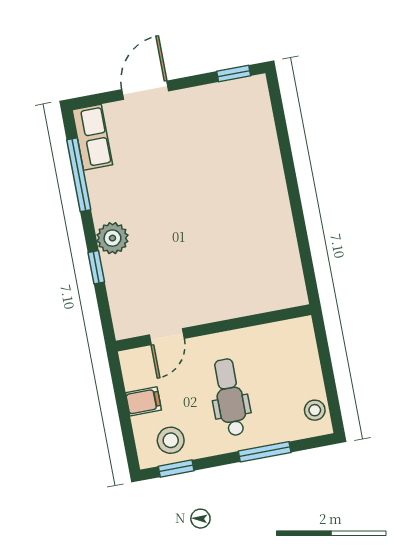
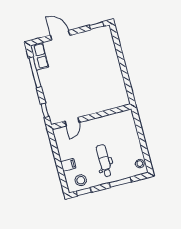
door: (145, 90) -> (60, 35), hinge flipped
plant: (112, 238) -> (51, 98), removed
wall: (213, 328) -> (91, 117), moved
door: (167, 337) -> (72, 122), moved

